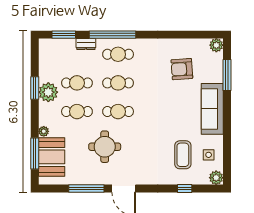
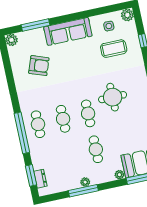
dresser: (86, 44) -> (40, 179), moved
armchair: (182, 69) -> (39, 66), turned -66
cafe table: (77, 83) -> (71, 155), removed
window: (35, 88) -> (83, 191), width x1.44
plant: (48, 92) -> (85, 182), width x0.53, depth x0.53
round table: (105, 147) -> (113, 97), moved

